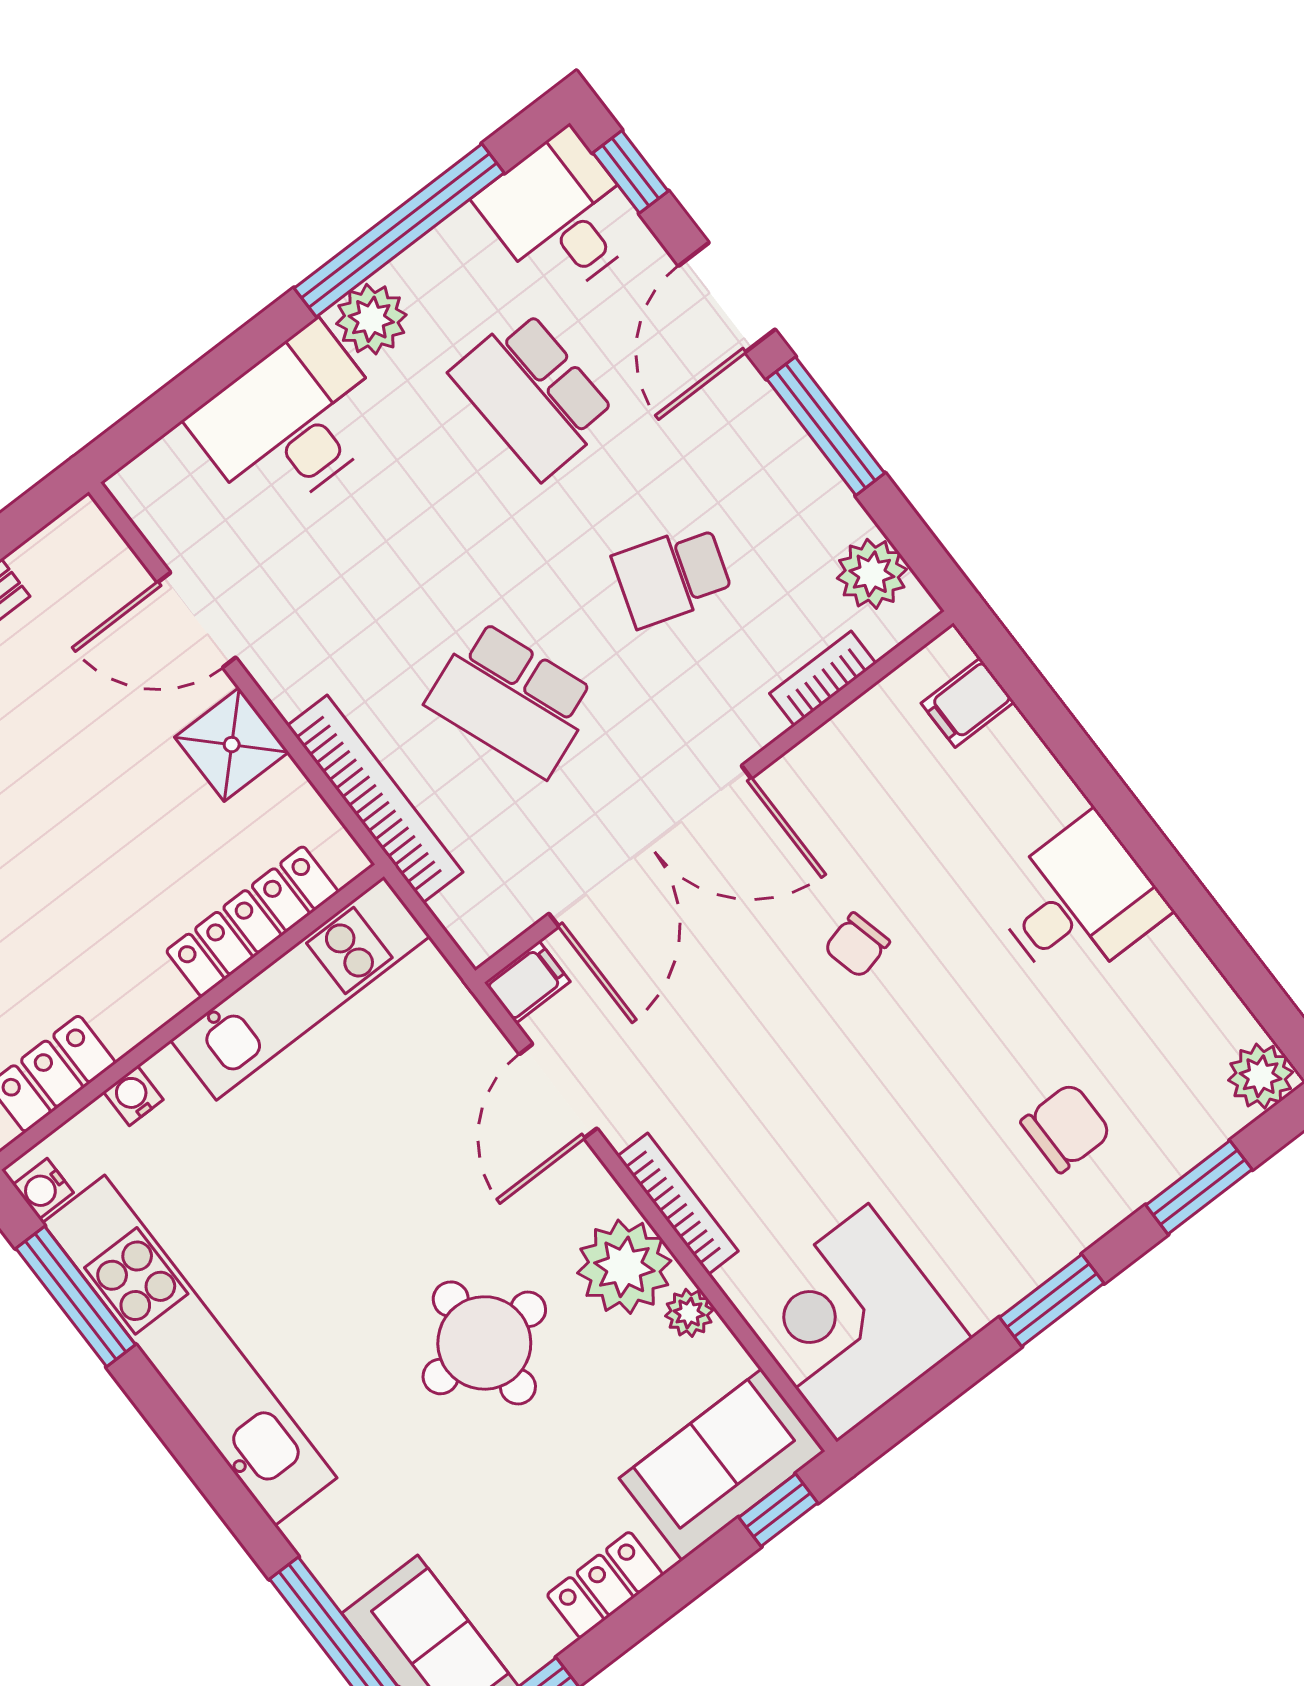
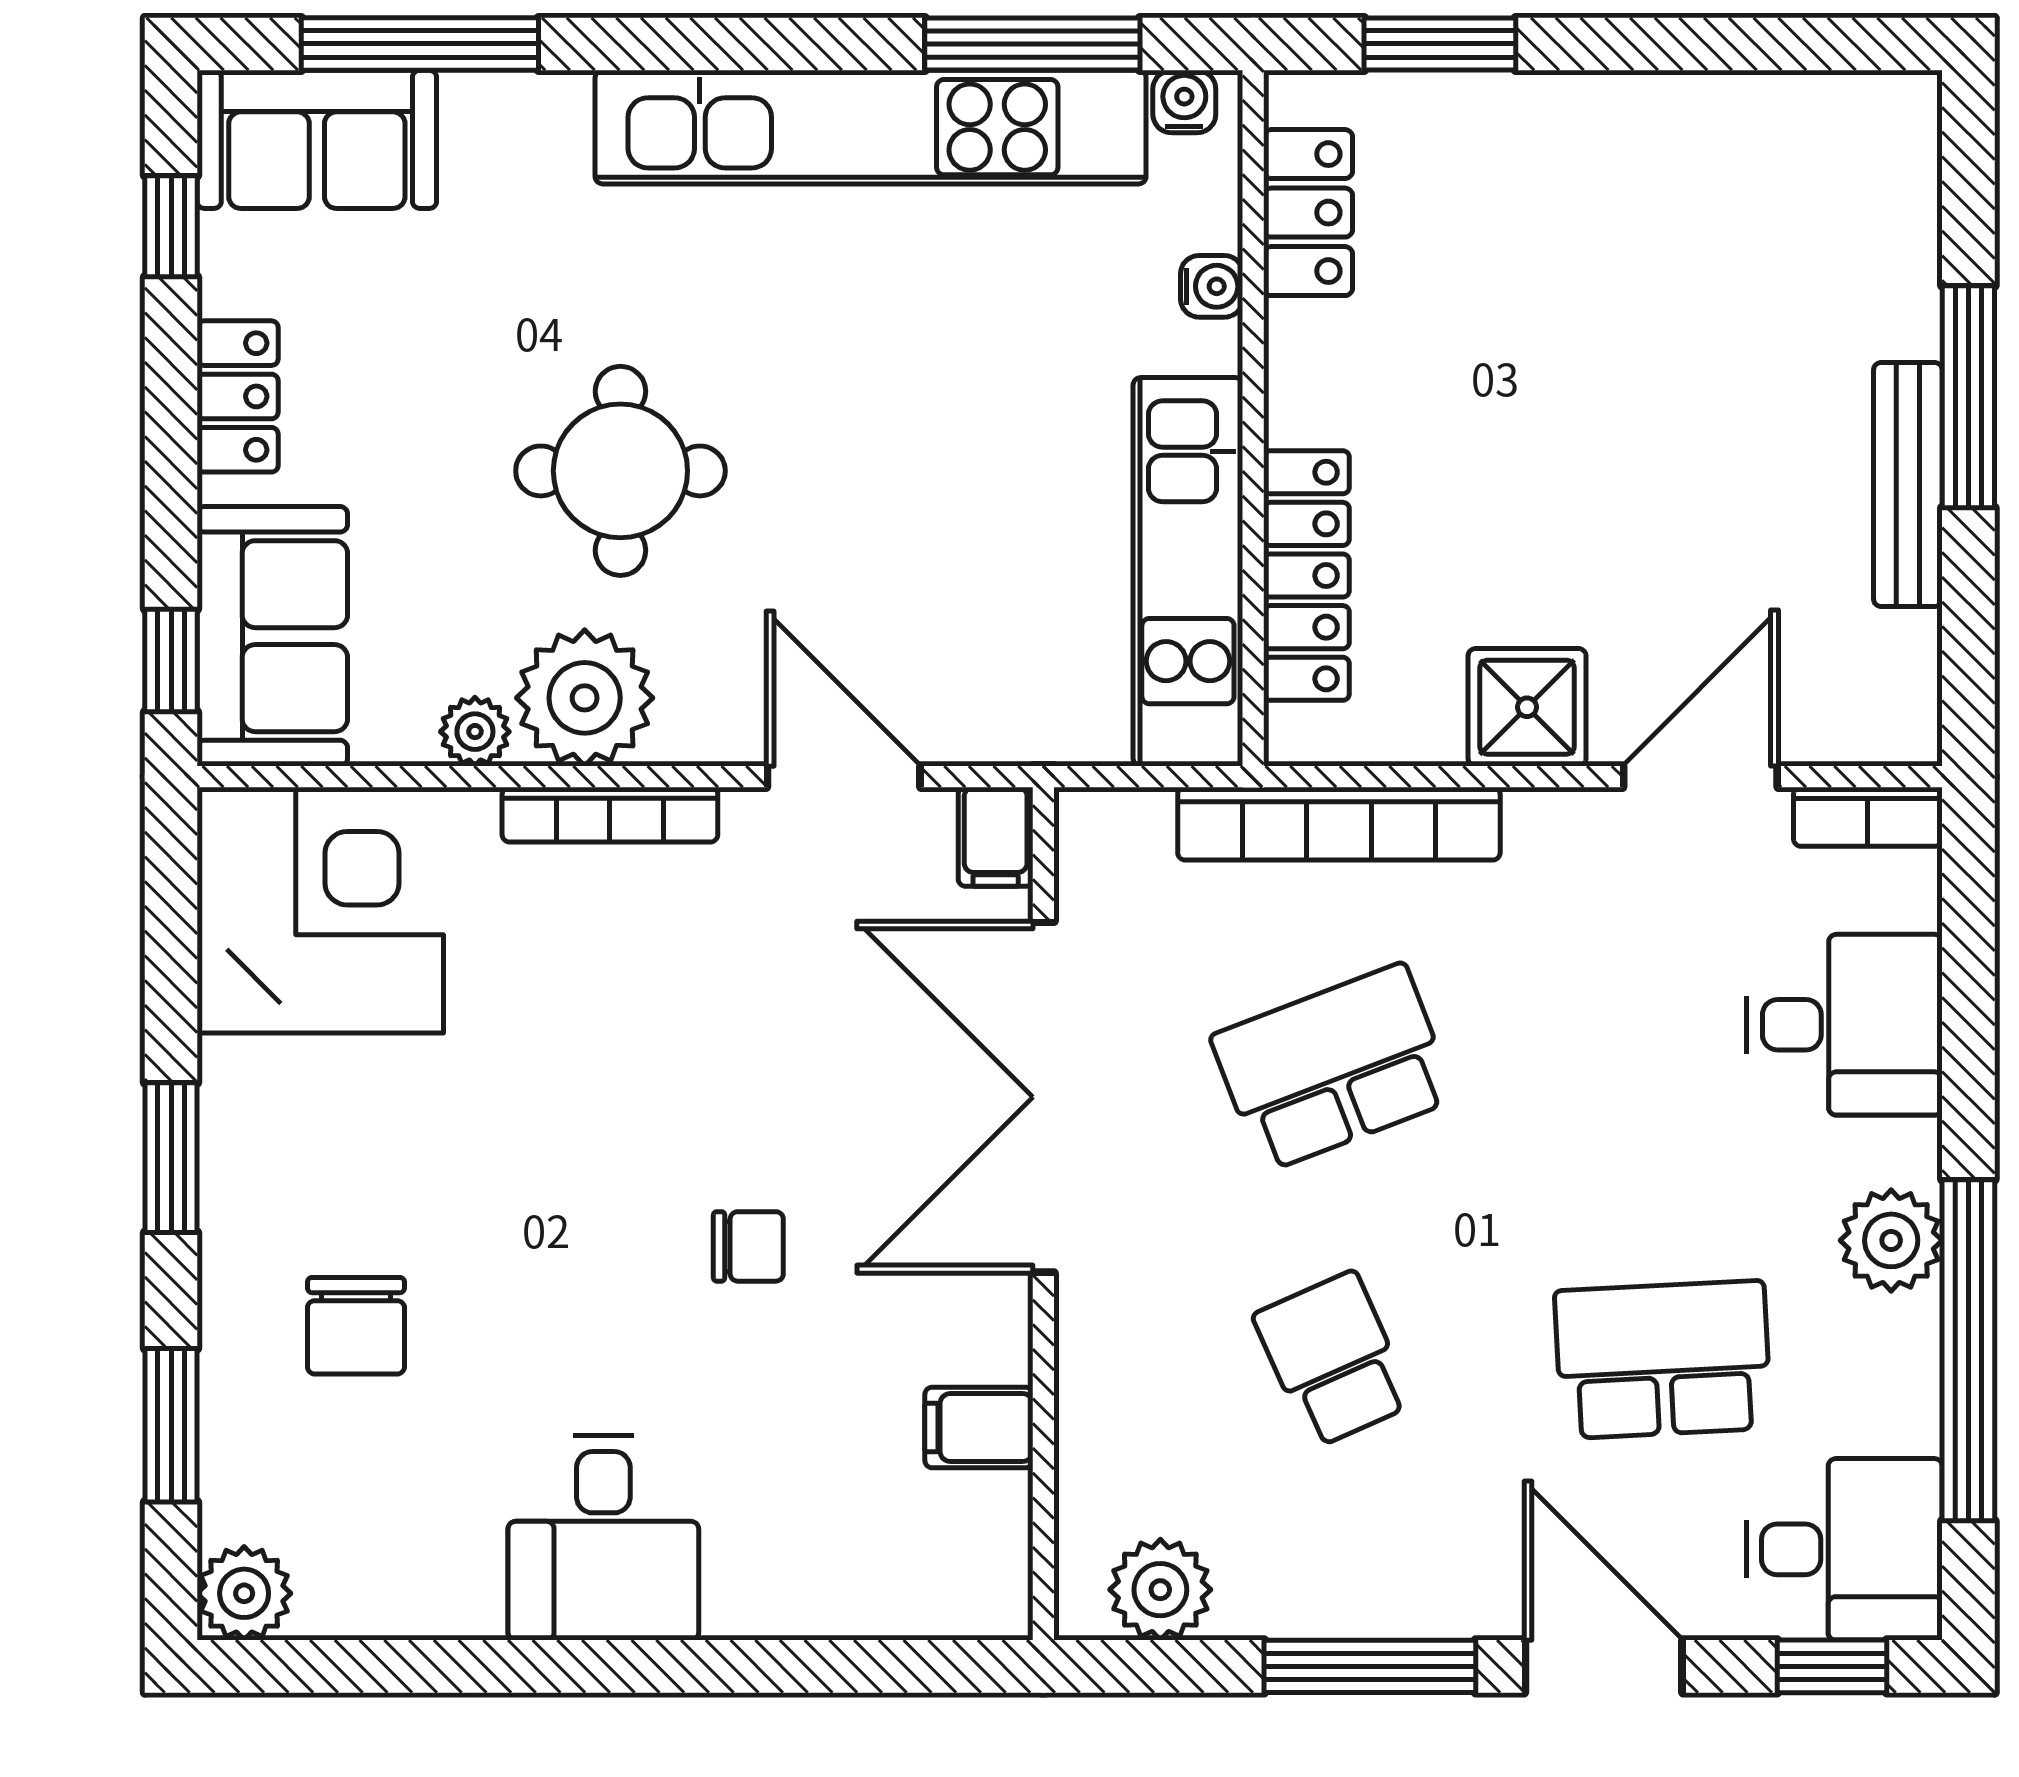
desk: (291, 422) -> (1844, 1025), width x0.73
school desk: (672, 576) -> (1333, 1360), turned -42
bookcase: (823, 678) -> (1868, 817), moved, turned 90
filing cabinet: (968, 703) -> (979, 1428), moved, turned -90
chair: (857, 945) -> (748, 1246), turned 104

